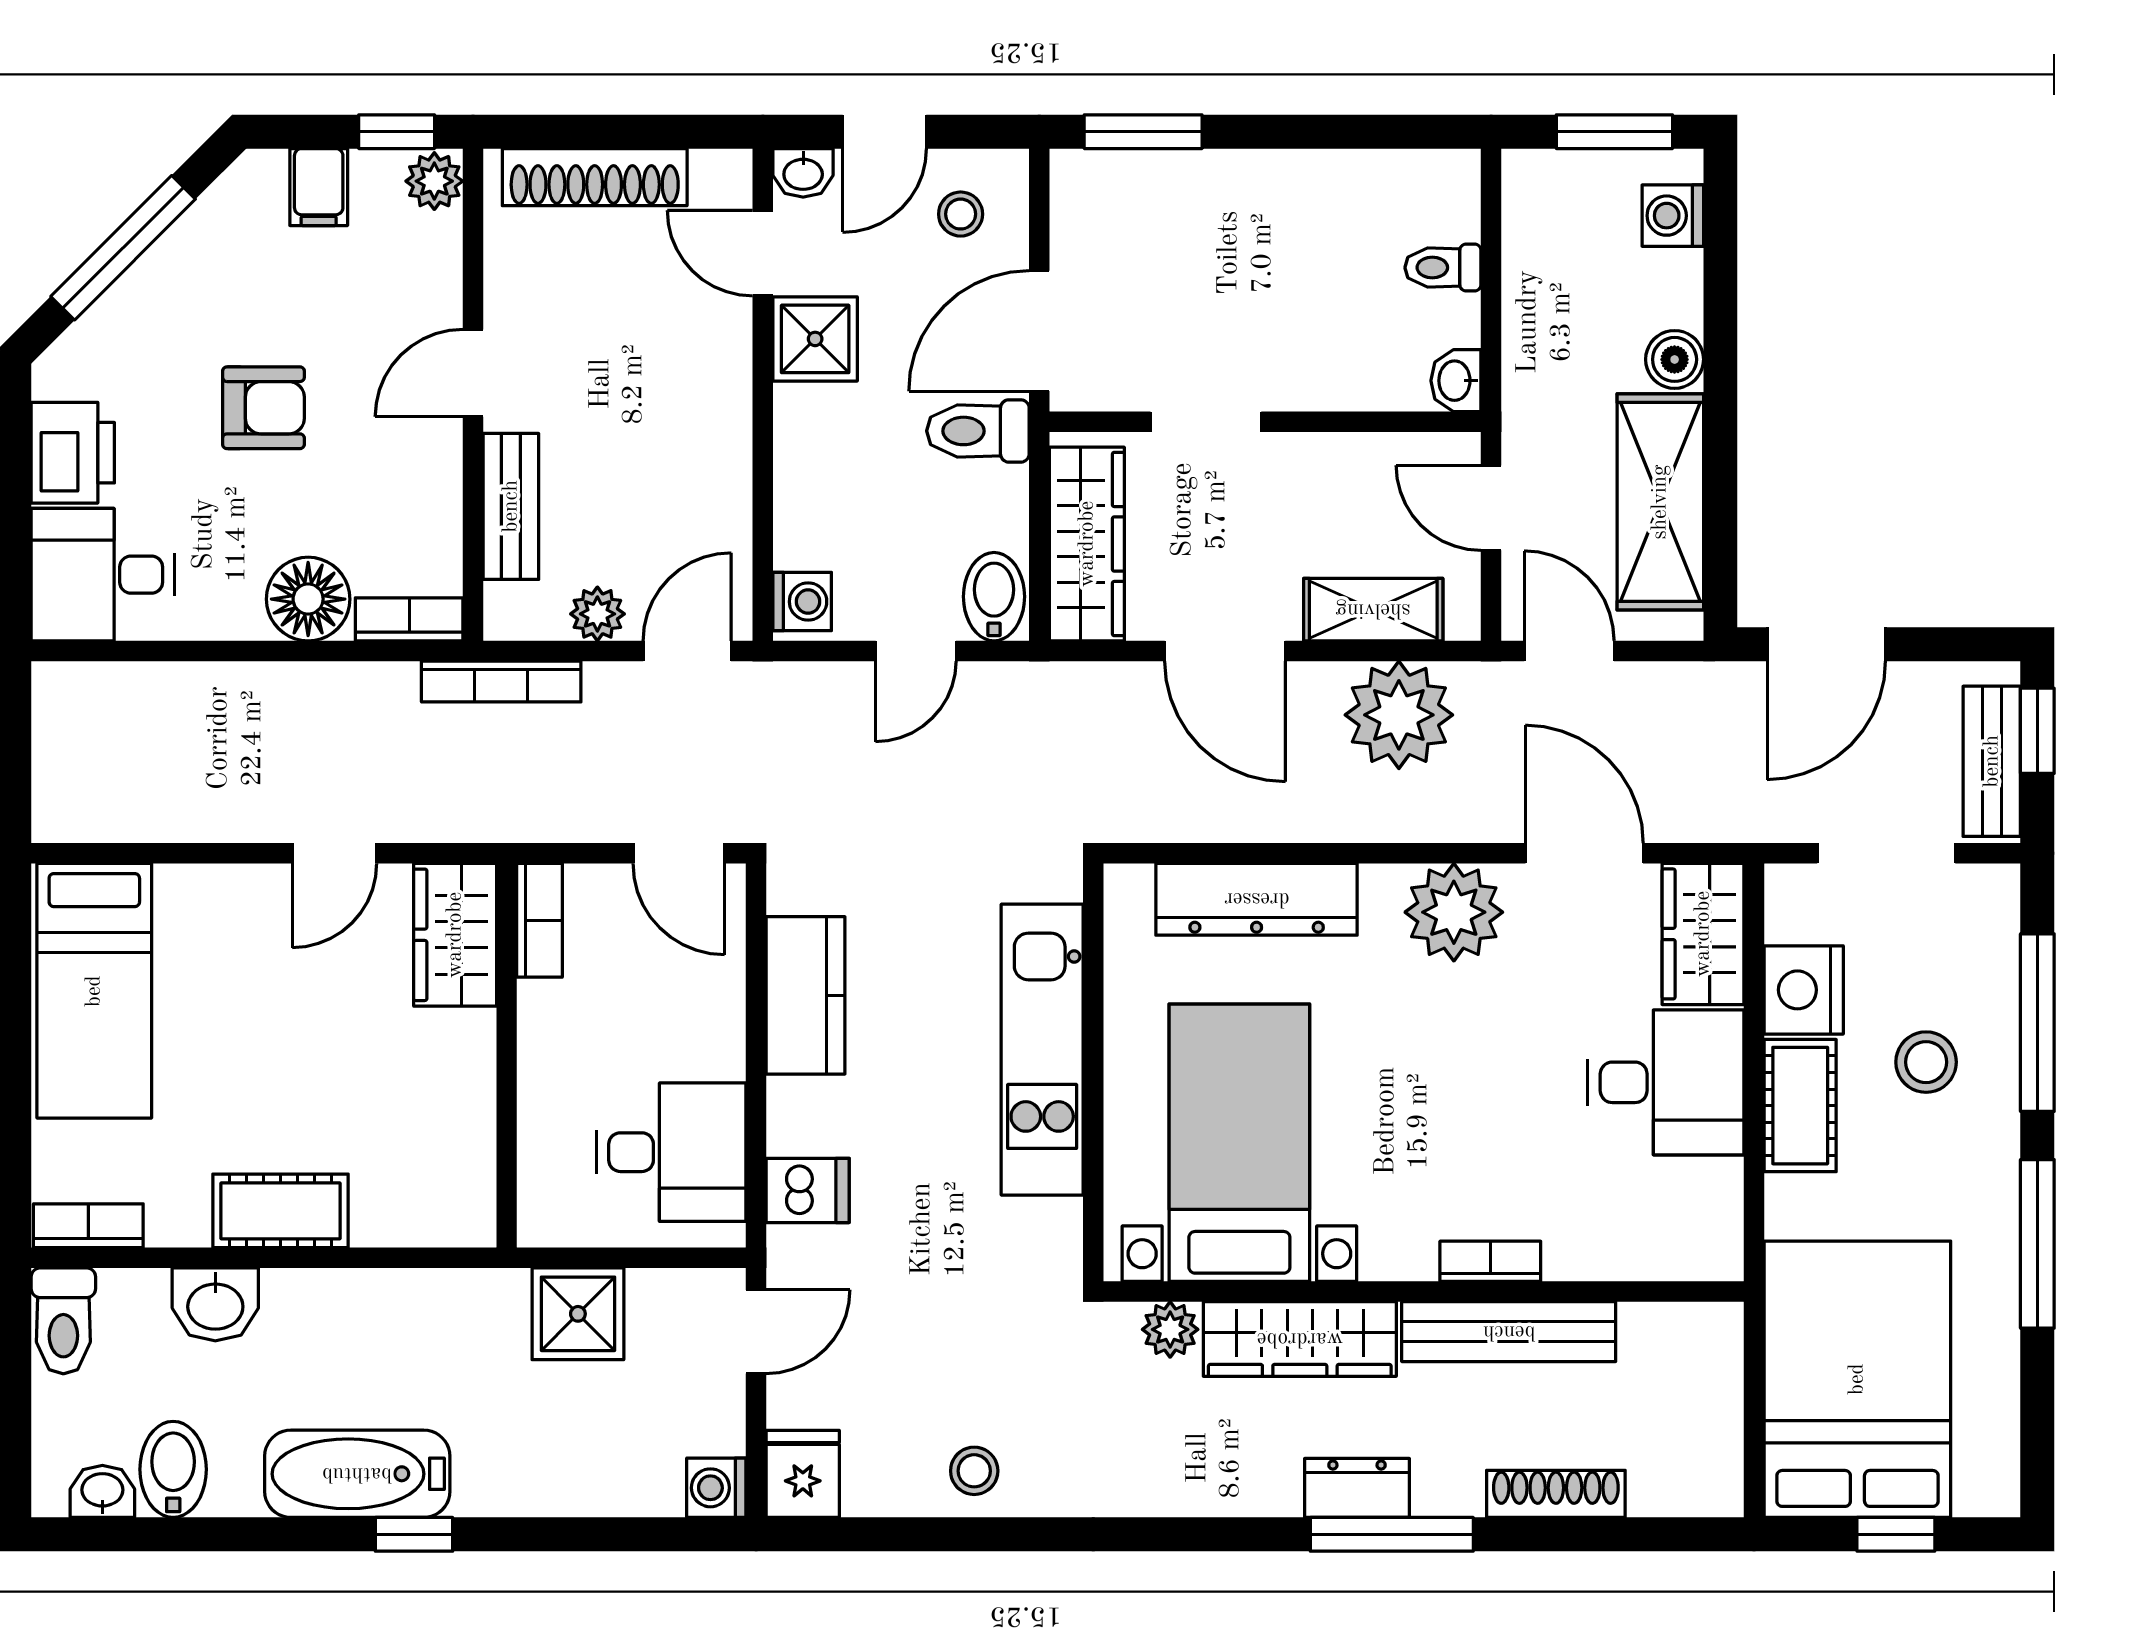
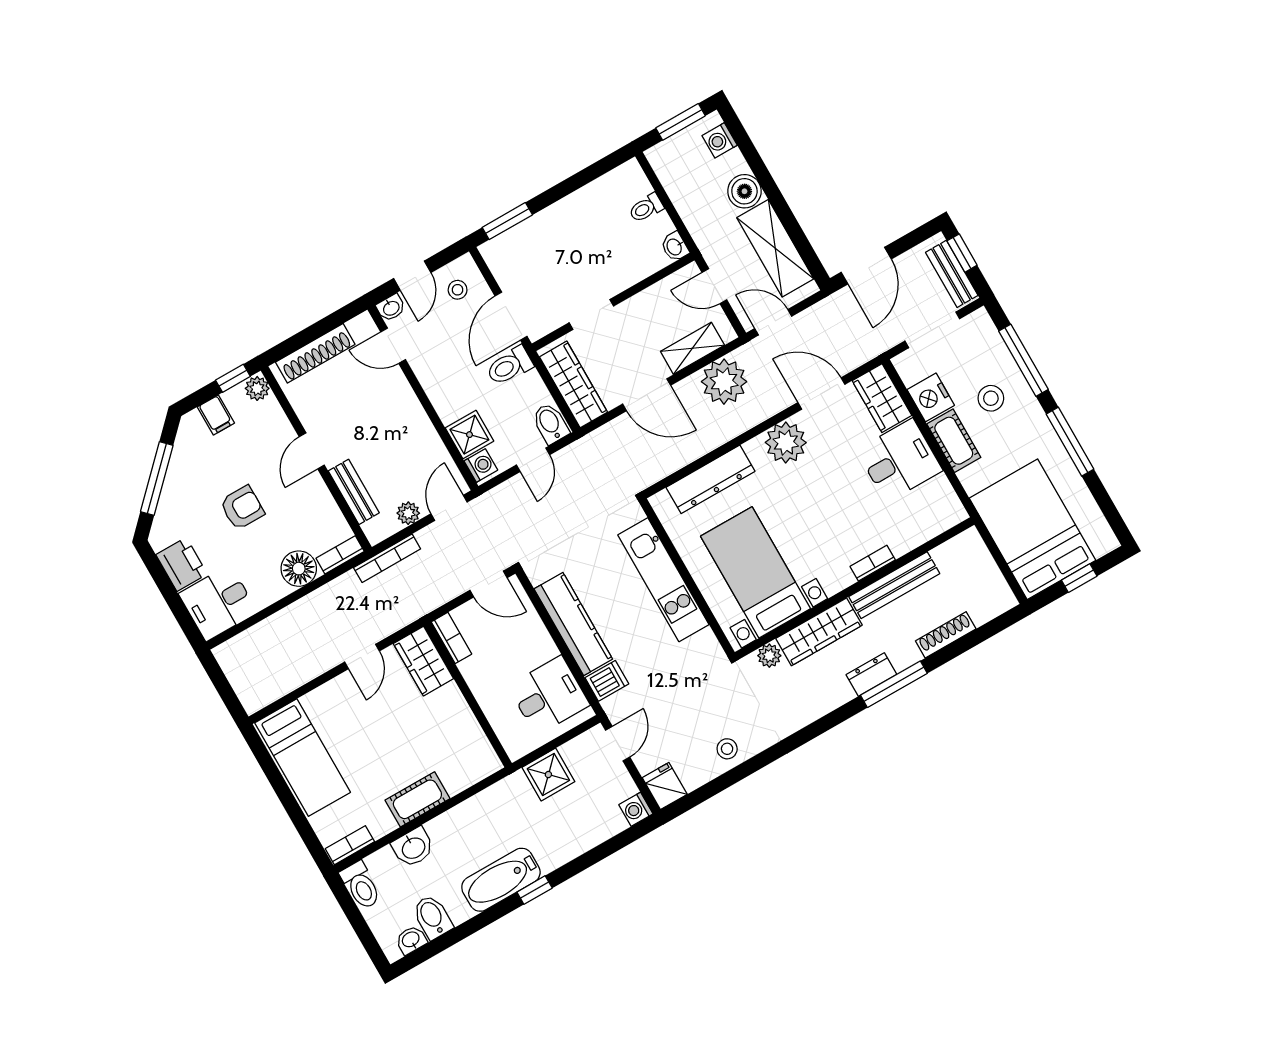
shower: (815, 339) -> (469, 435), moved
boiler: (1675, 359) -> (744, 191), width x1.36, depth x1.36
kitchen counter: (806, 995) -> (573, 624), width x1.50

